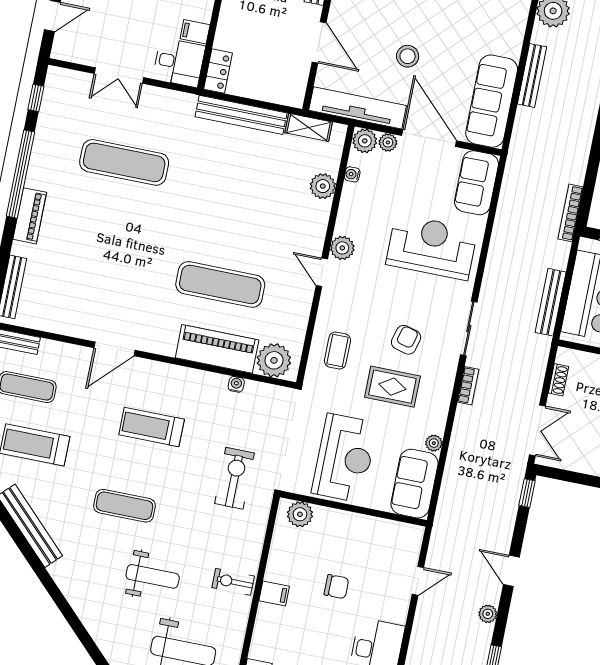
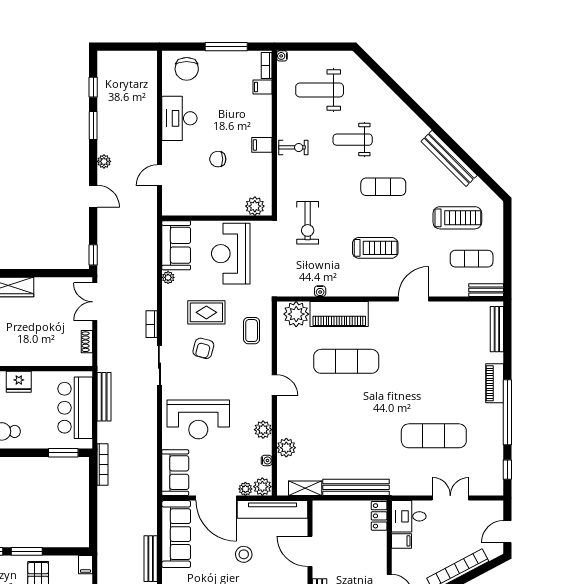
plant: (342, 248) -> (263, 430), moved

